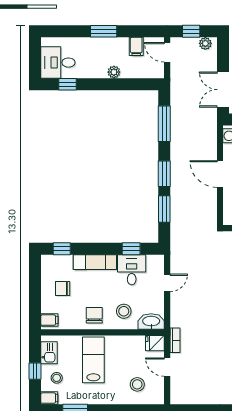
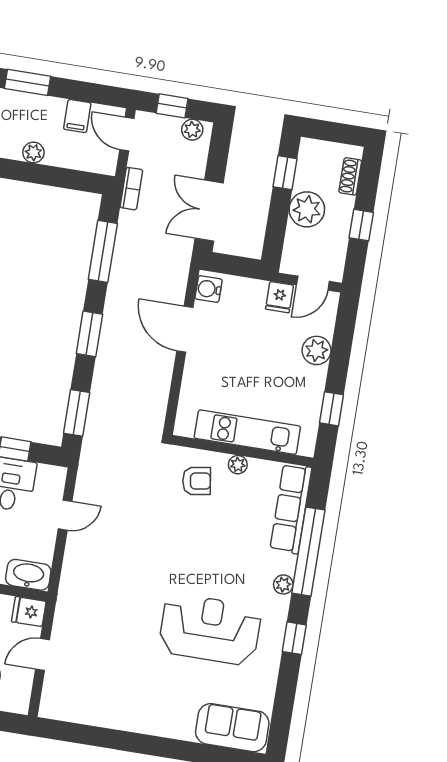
door: (220, 174) -> (185, 329), moved
window: (164, 209) -> (77, 413), moved
bookcase: (175, 340) -> (131, 189), moved
door: (167, 367) -> (43, 655), hinge flipped

